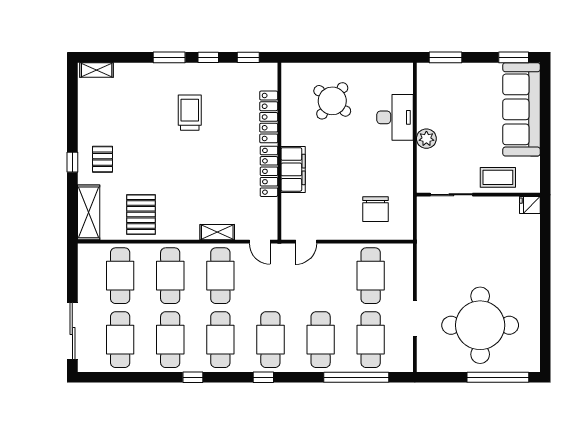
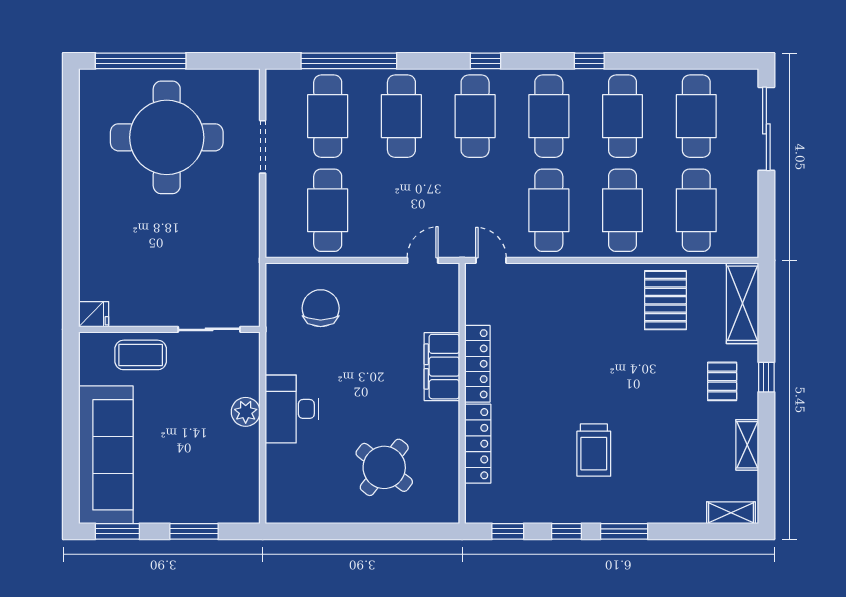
window: (445, 57) -> (194, 531), moved
desk: (395, 117) -> (292, 409), moved
shelving: (217, 232) -> (747, 445), moved, turned 90

